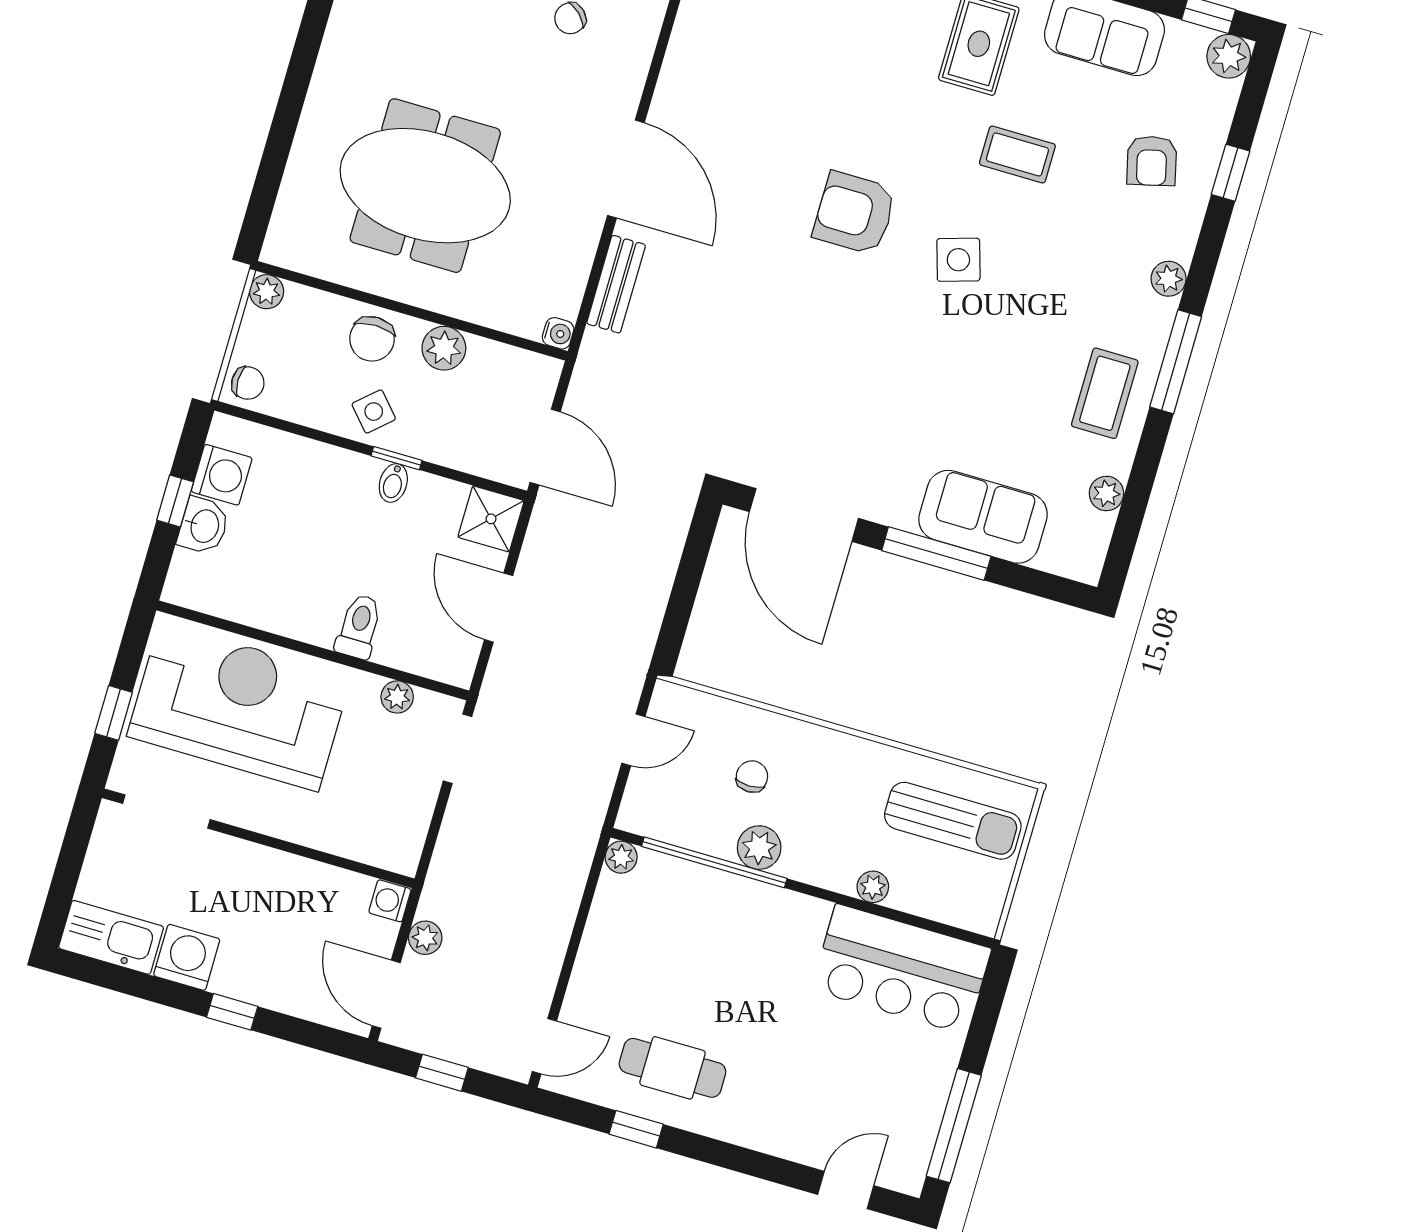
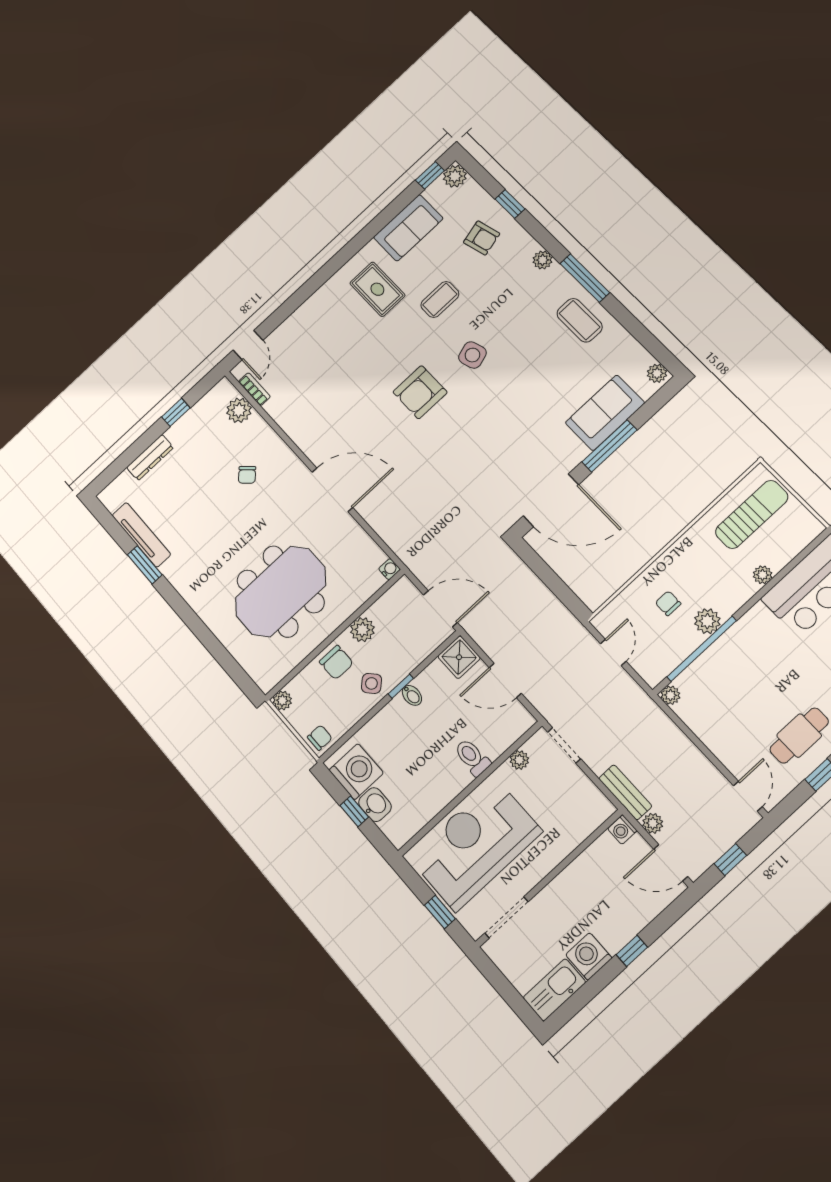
bench: (616, 284) -> (625, 792), moved
washing machine: (222, 475) -> (356, 772), width x1.37, depth x1.37
plant: (1106, 493) -> (657, 373), moved

